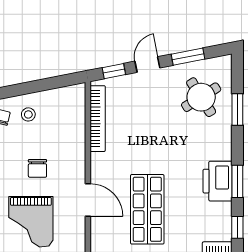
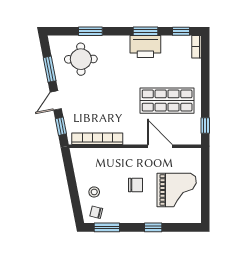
door: (147, 65) -> (56, 100), hinge flipped
round table: (201, 97) -> (81, 59), turned 31
door: (88, 200) -> (160, 146), hinge flipped

